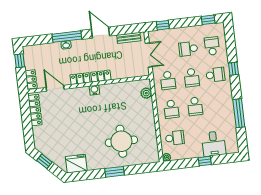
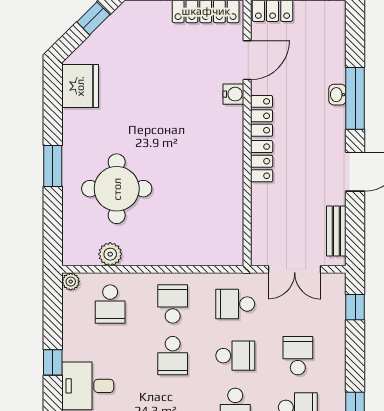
school desk: (192, 78) -> (235, 356), turned 180
water cooler: (94, 90) -> (233, 94), moved
plant: (146, 93) -> (110, 254), moved
school desk: (195, 106) -> (173, 356), turned -90
school desk: (171, 109) -> (173, 304), turned 90

